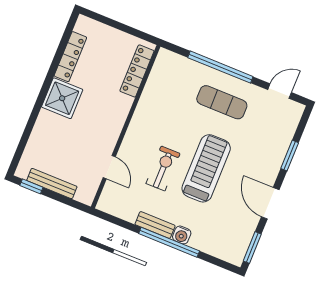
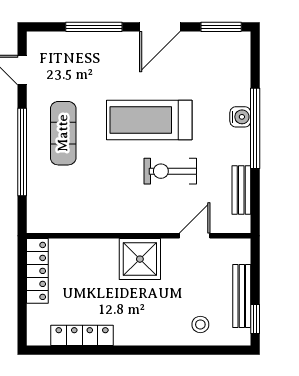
locker: (137, 71) -> (37, 271), moved, turned -90
shower: (62, 98) -> (140, 259), moved
stool: (43, 145) -> (200, 324), added
window: (290, 156) -> (94, 27), width x1.44
bench: (155, 225) -> (241, 190), moved

